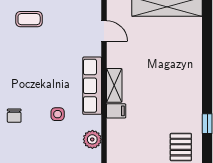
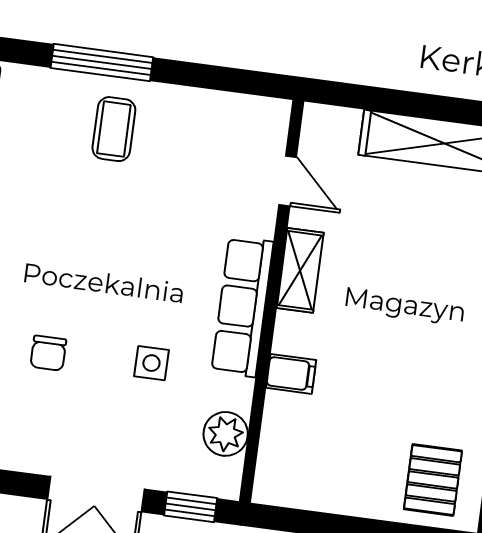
coffee table: (29, 19) -> (114, 129), turned 90
shelving: (114, 85) -> (300, 270), moved

